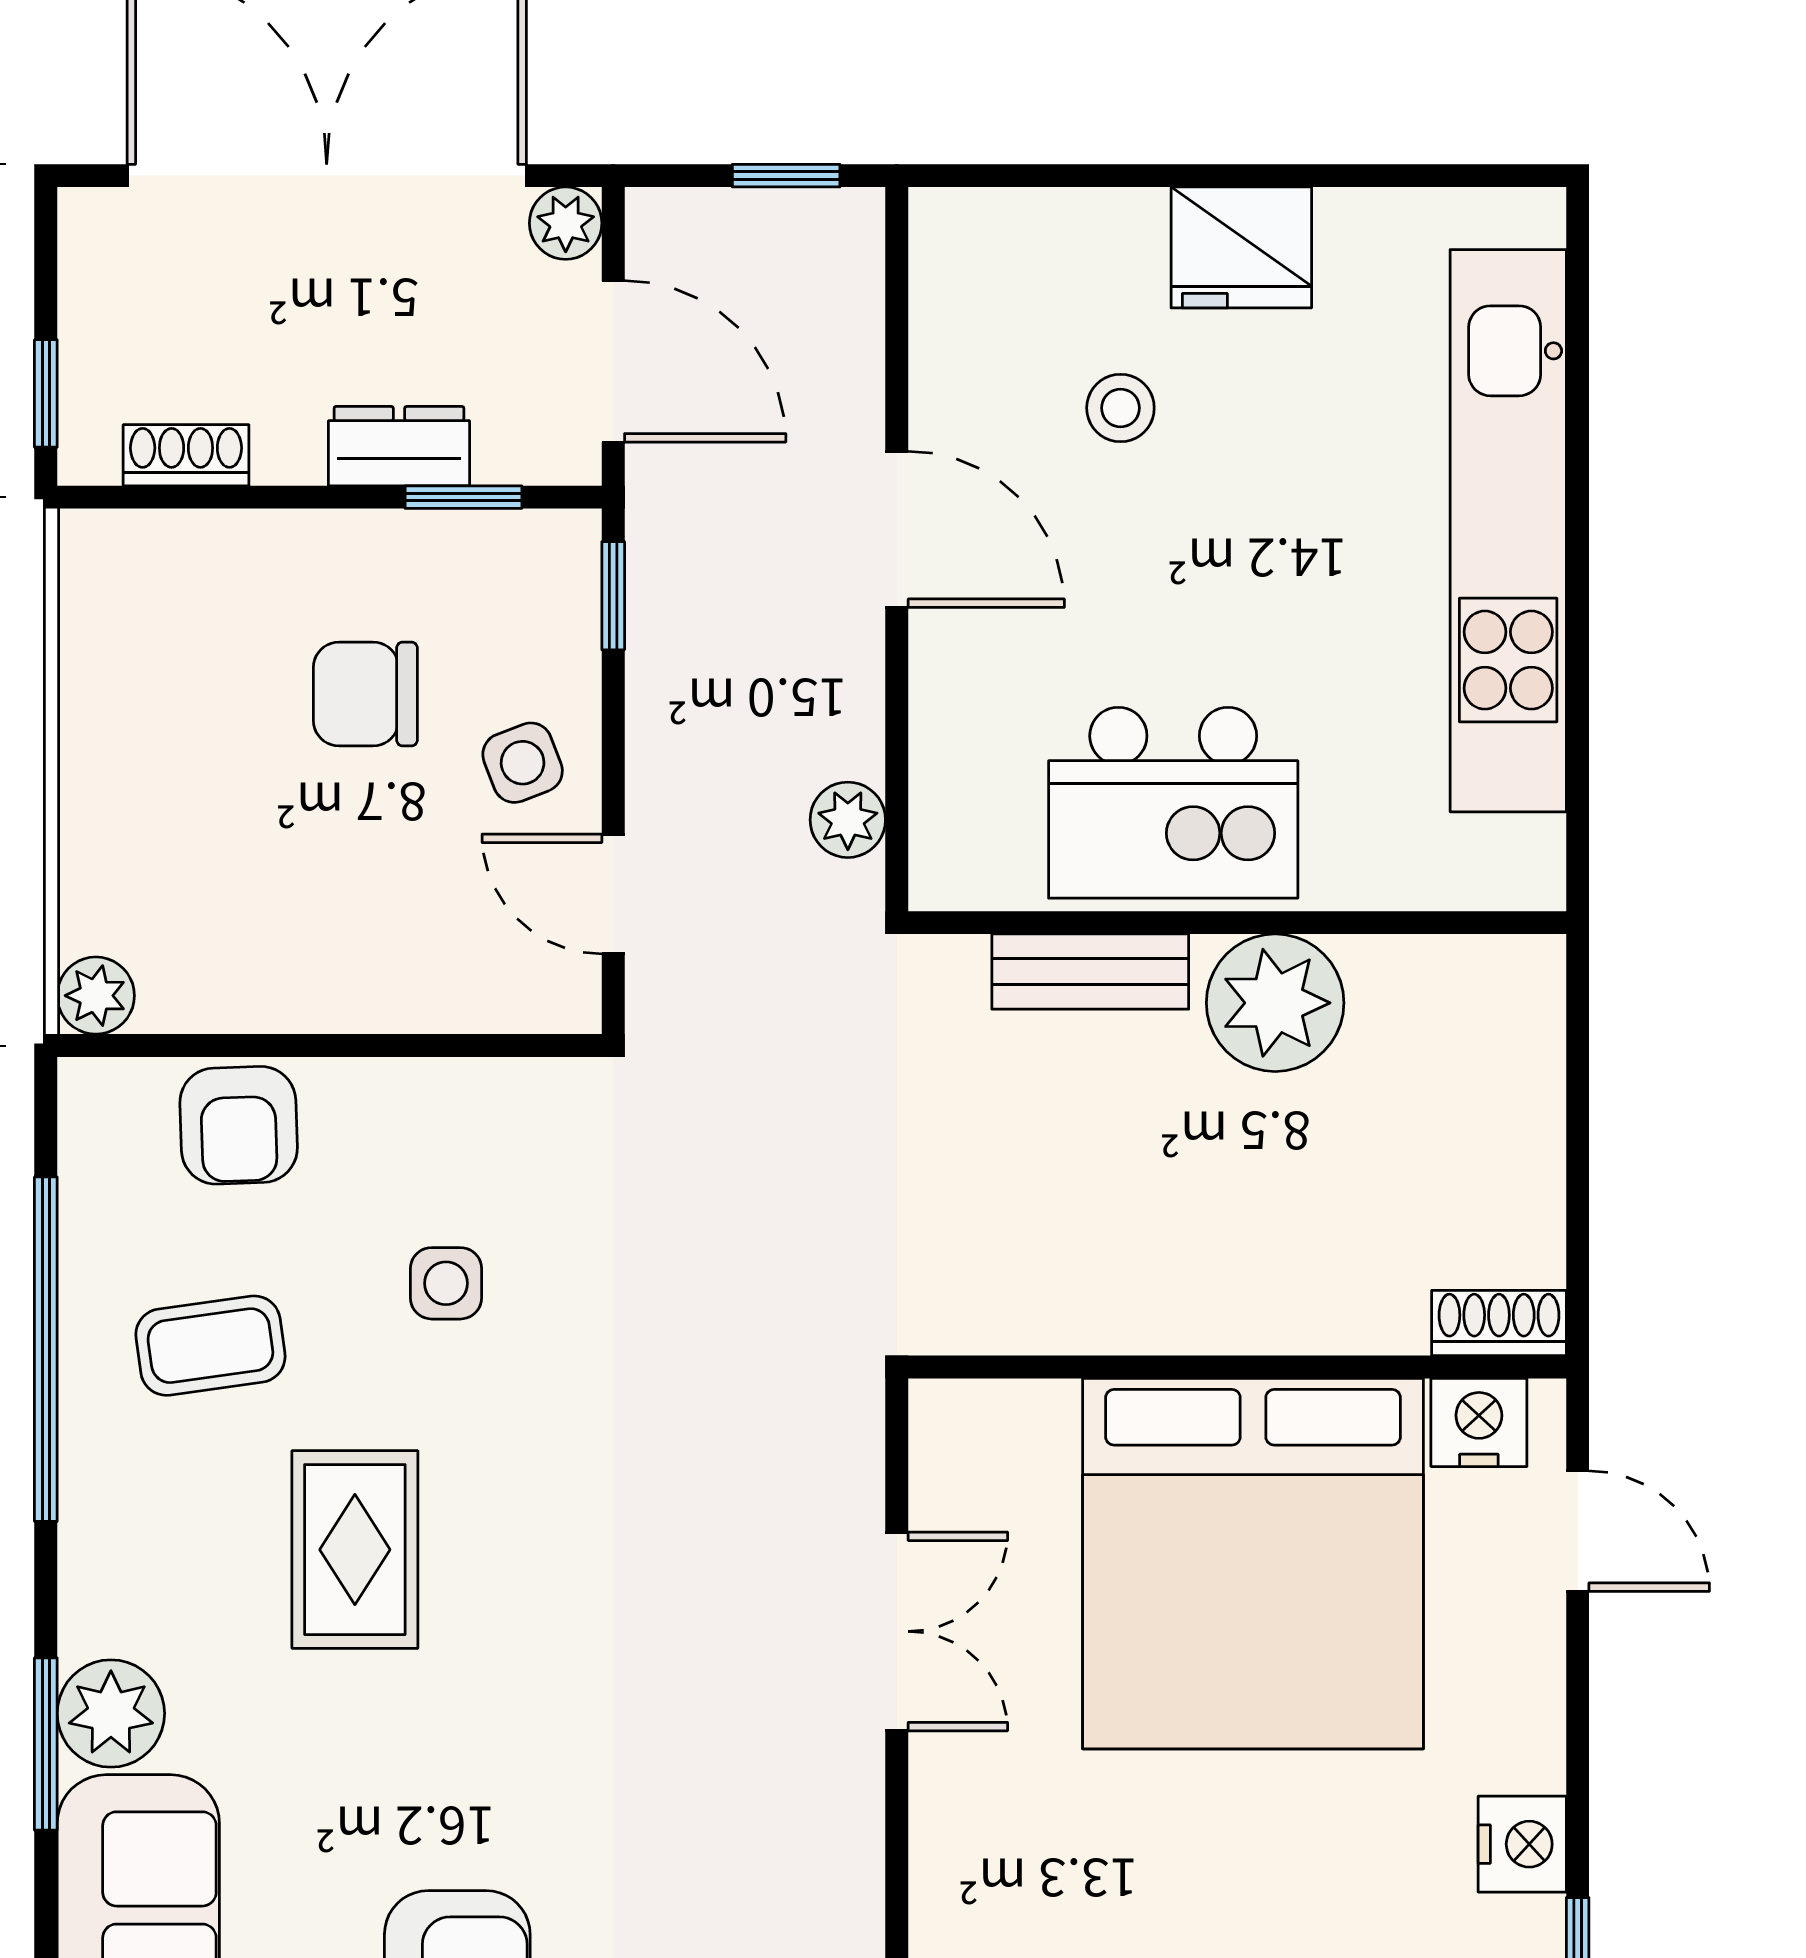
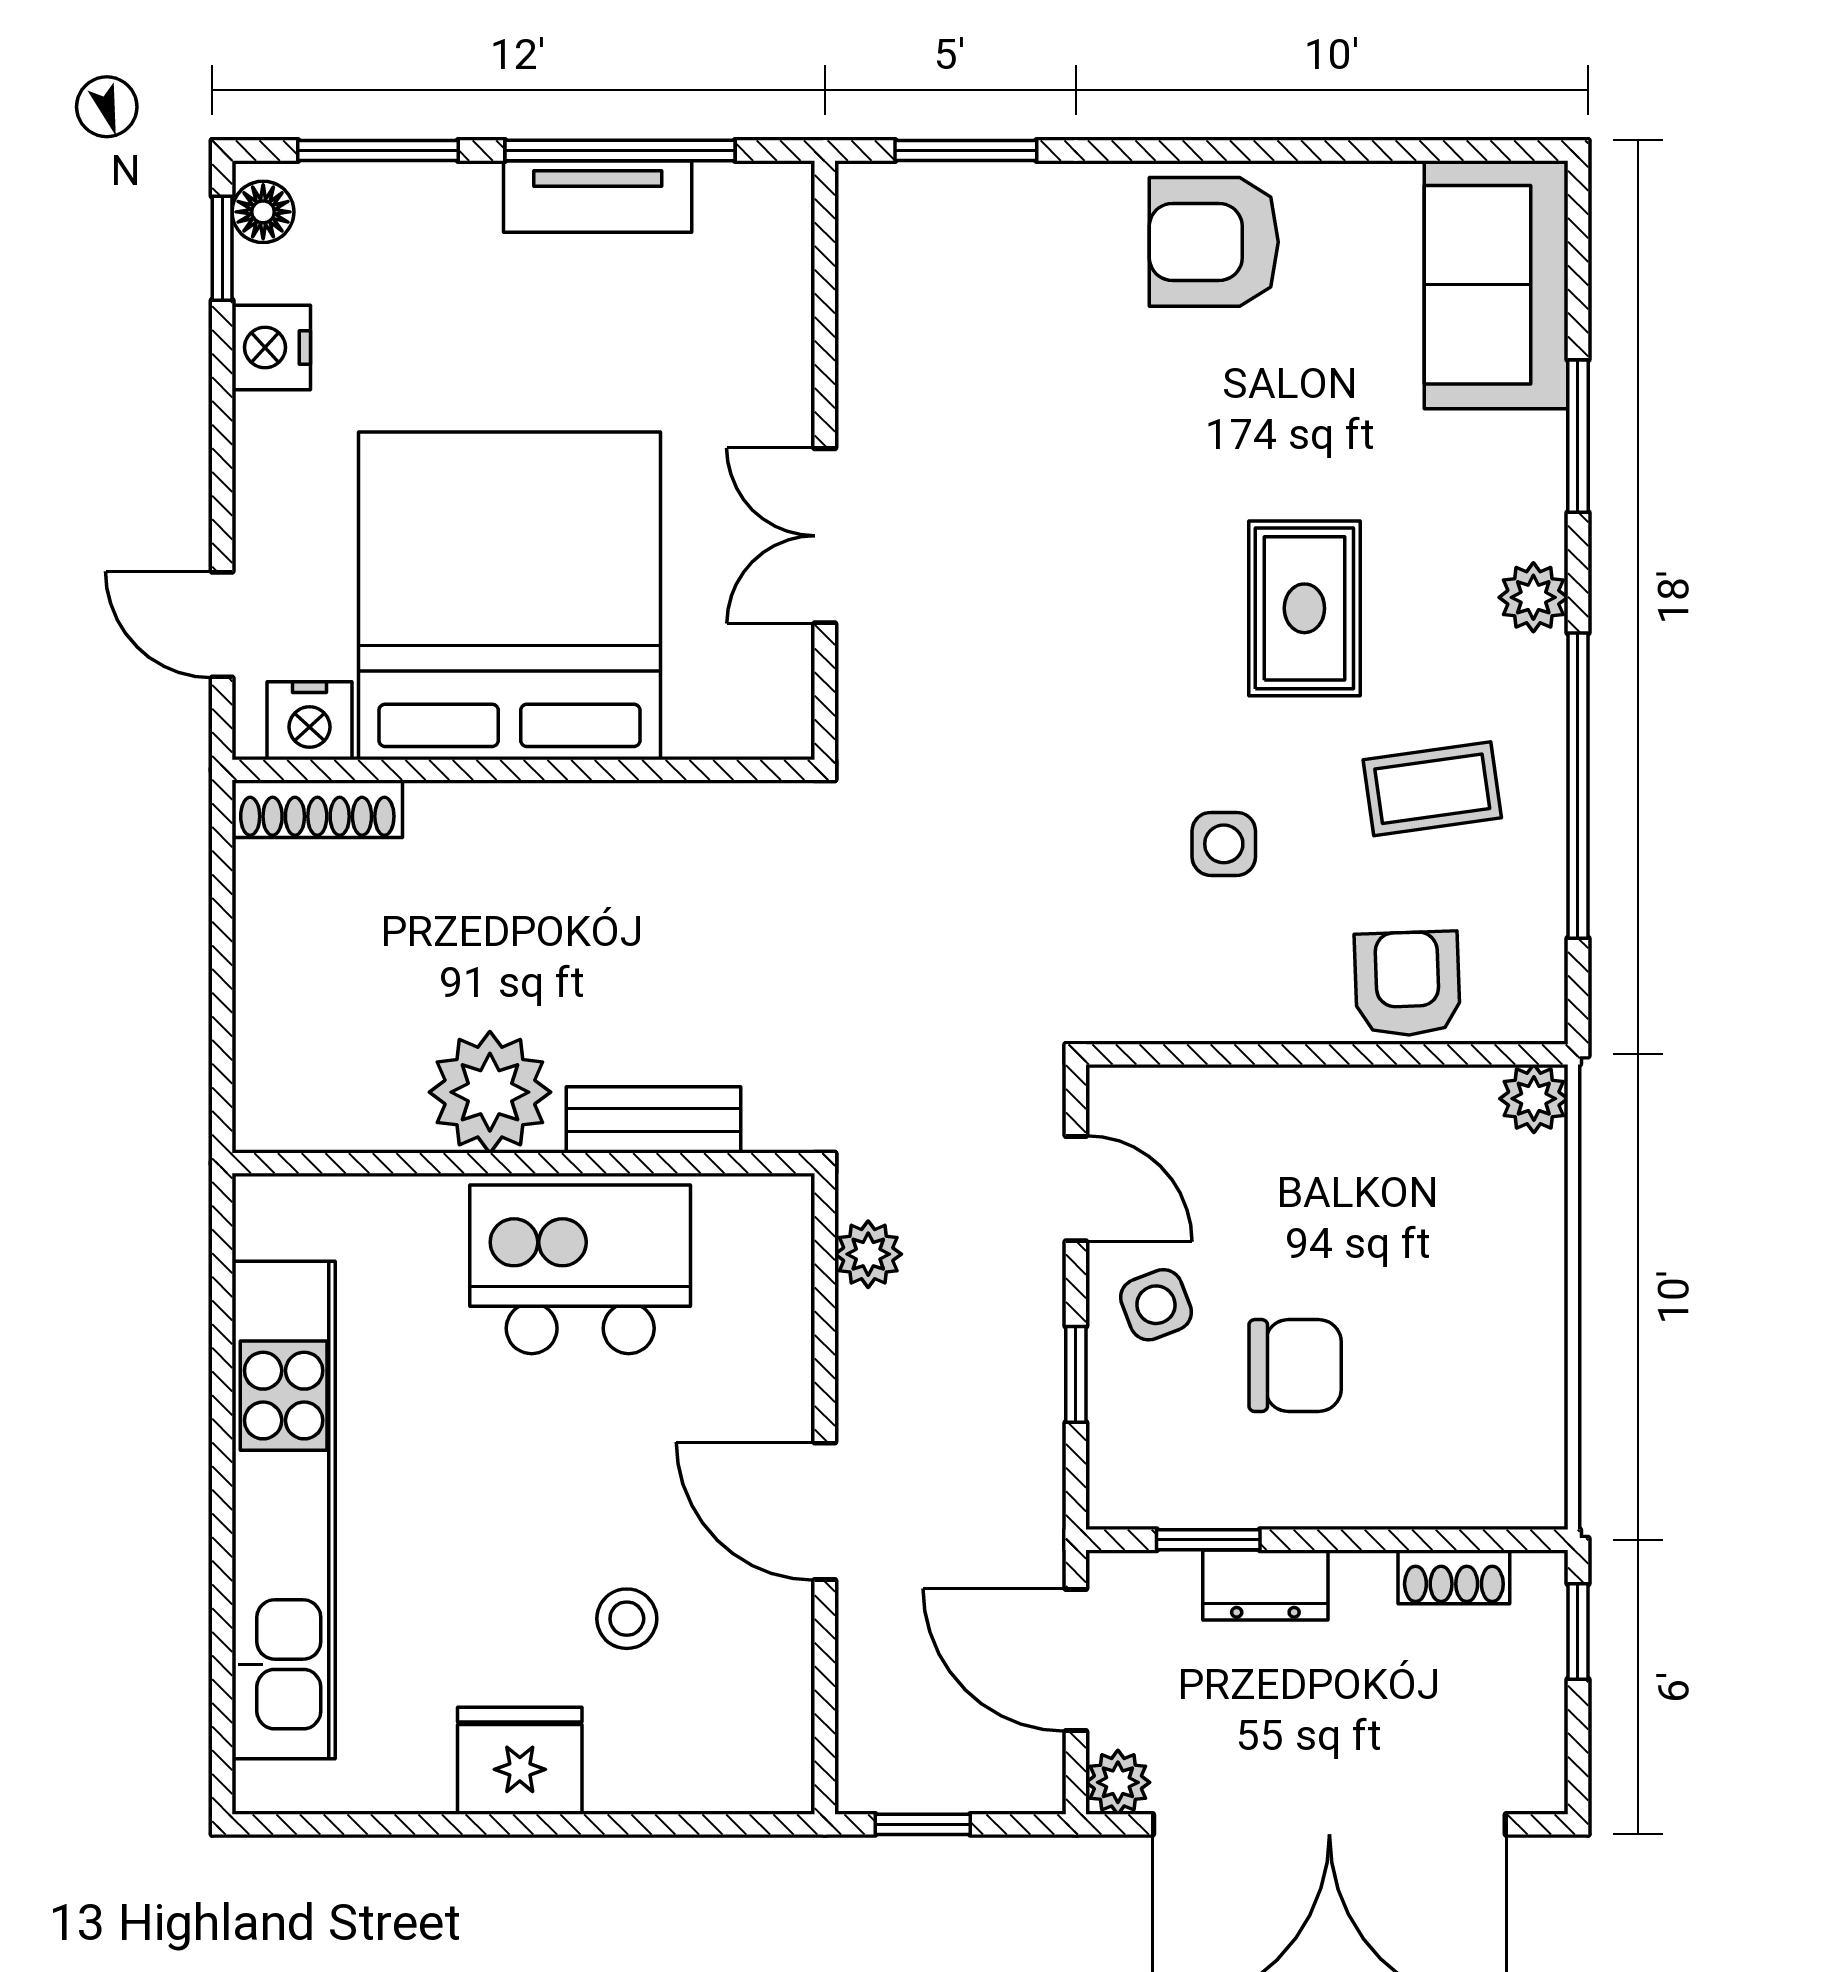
window: (613, 596) -> (1076, 1374), moved
shoe rack: (1499, 1323) -> (317, 809), width x1.43
plant: (111, 1713) -> (1533, 597), moved, width x0.73, depth x0.73

